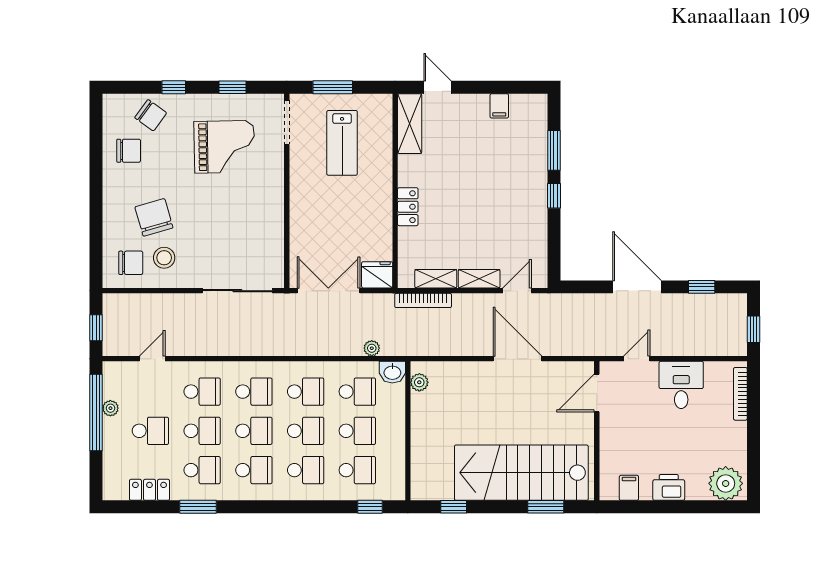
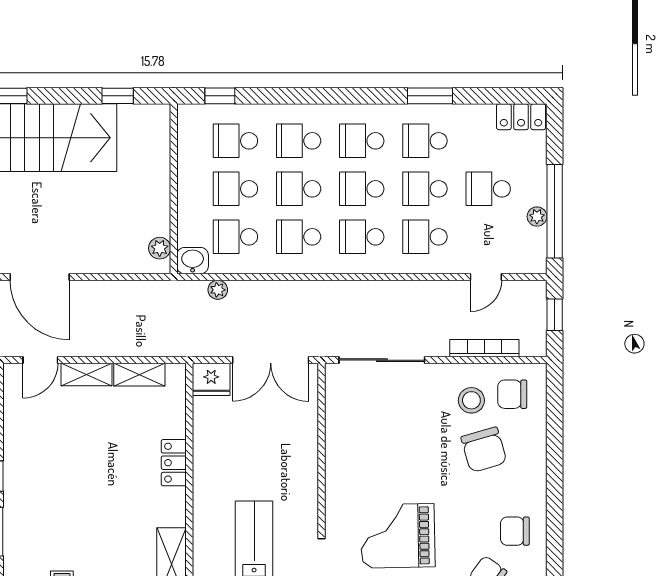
bookcase: (423, 300) -> (484, 348), moved
locker: (149, 490) -> (521, 117), moved

